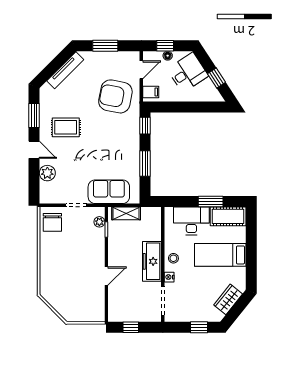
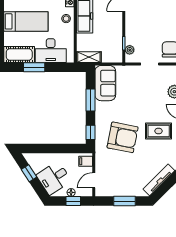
armchair: (115, 96) -> (123, 137), moved
sofa: (109, 192) -> (105, 83), moved, turned -90
shelving: (126, 213) -> (89, 57), moved

